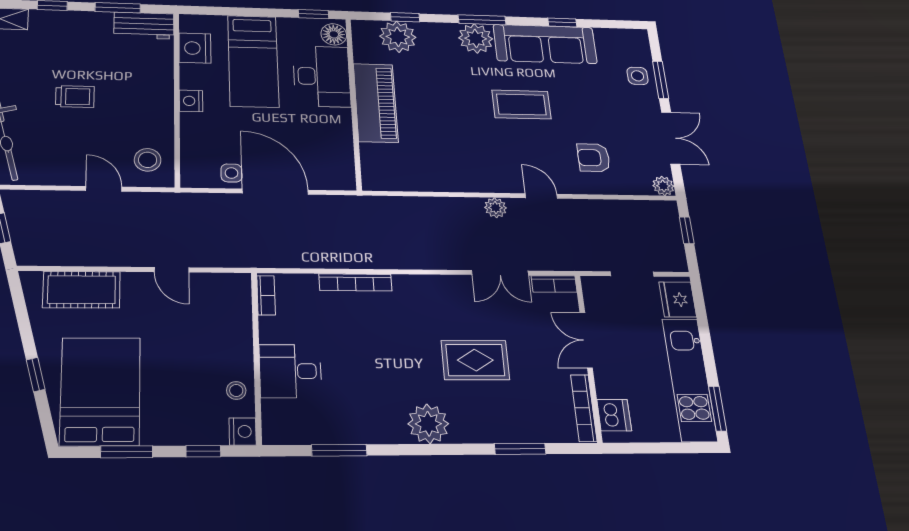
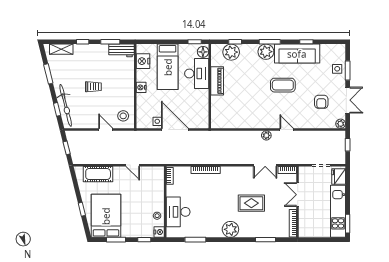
piano: (376, 103) -> (217, 81), width x0.73, depth x0.75
armchair: (594, 158) -> (321, 102), moved, turned -90
desk: (290, 371) -> (178, 212), width x1.37
dishwasher: (614, 415) -> (305, 226), removed

